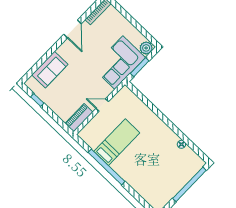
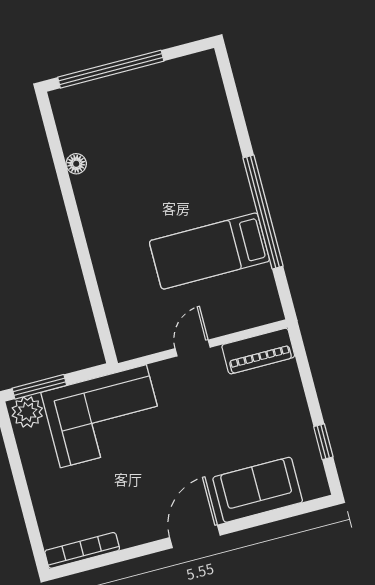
door: (72, 29) -> (195, 536), moved
window: (140, 67) -> (39, 387), moved
door: (102, 105) -> (193, 348), swing flipped

